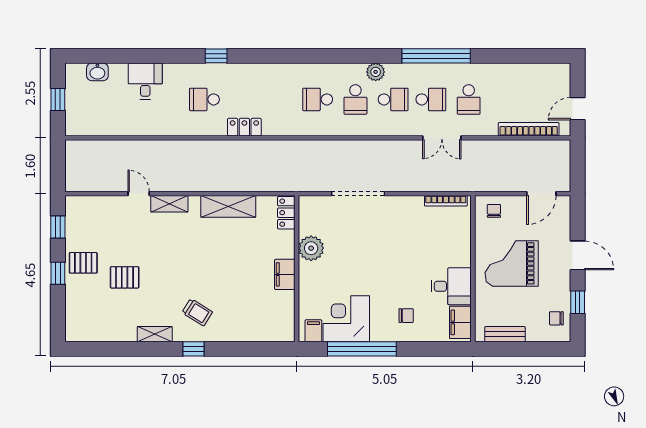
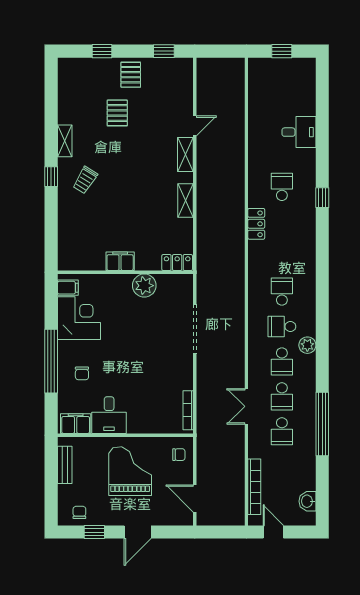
window: (436, 56) -> (322, 424), moved
washbasin: (97, 72) -> (307, 501), moved
school desk: (469, 99) -> (282, 431), turned -90
shelving: (228, 206) -> (186, 201), width x0.67, depth x0.75
window: (58, 273) -> (102, 51), moved
window: (362, 349) -> (51, 361), moved

